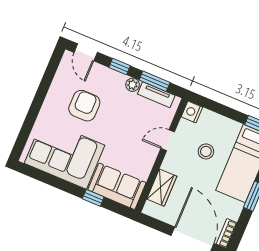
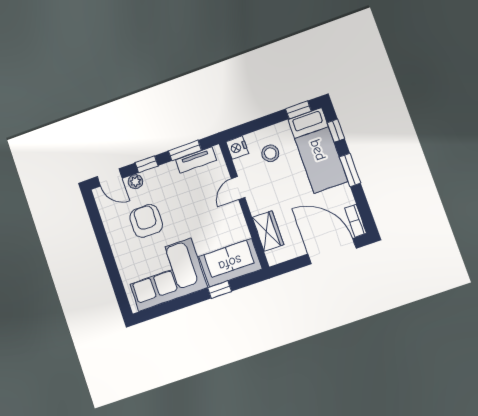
plant: (133, 85) -> (135, 182), moved
stool: (206, 151) -> (270, 153), moved

